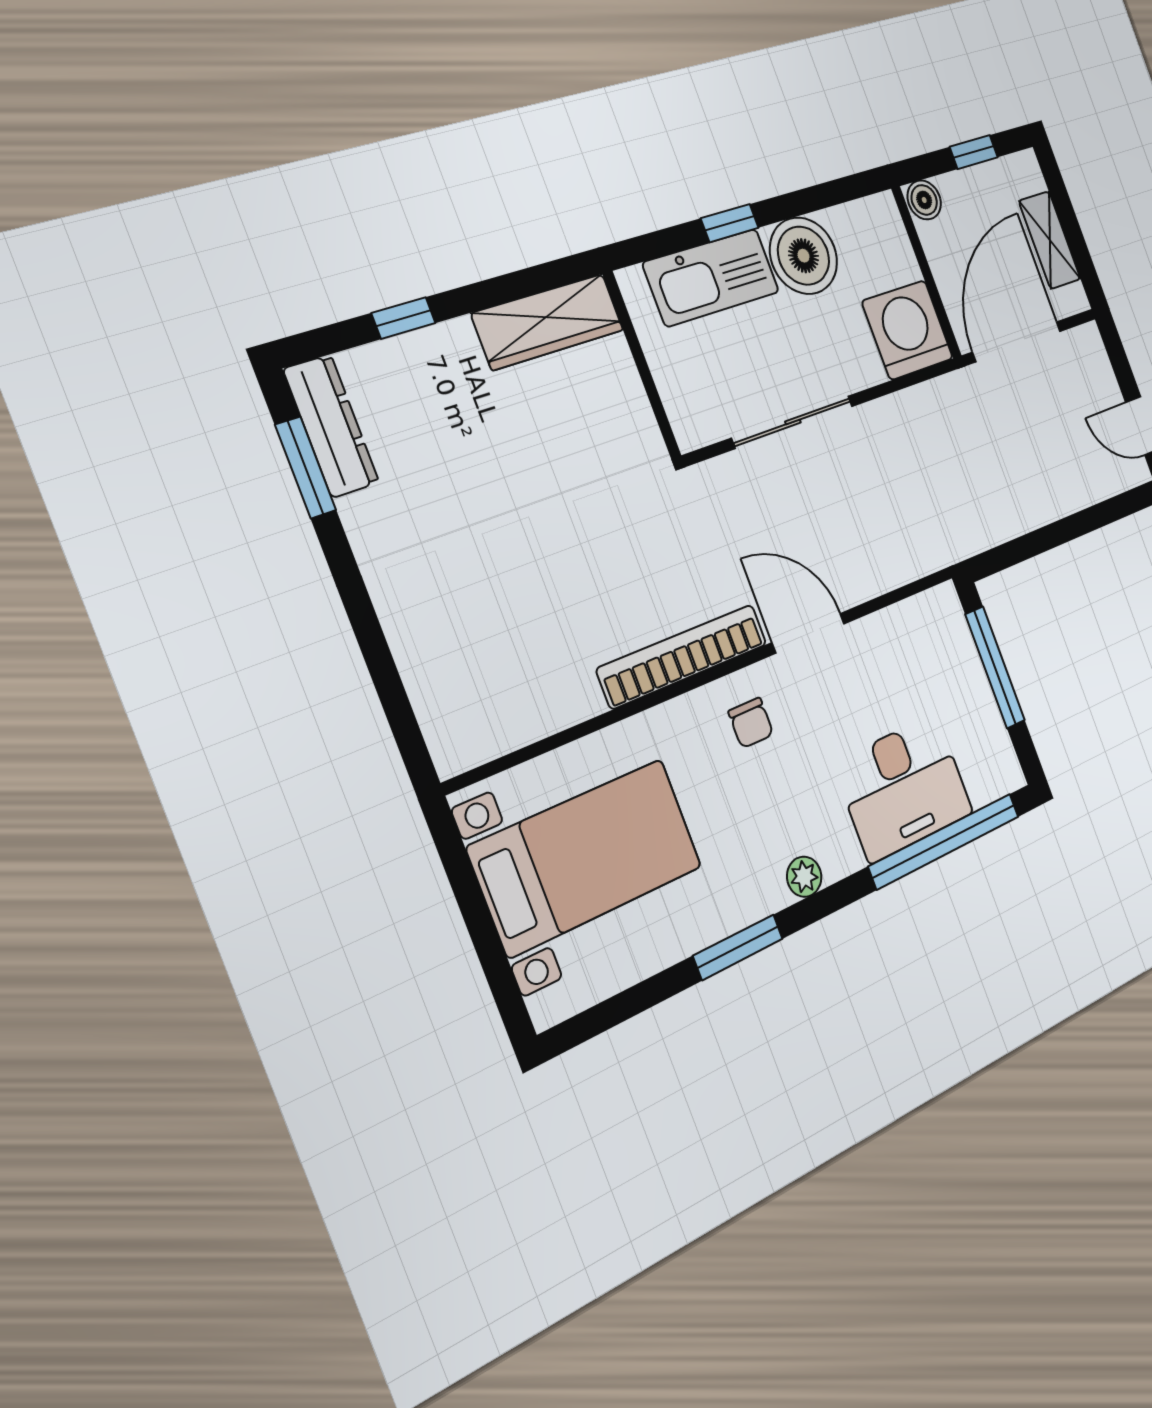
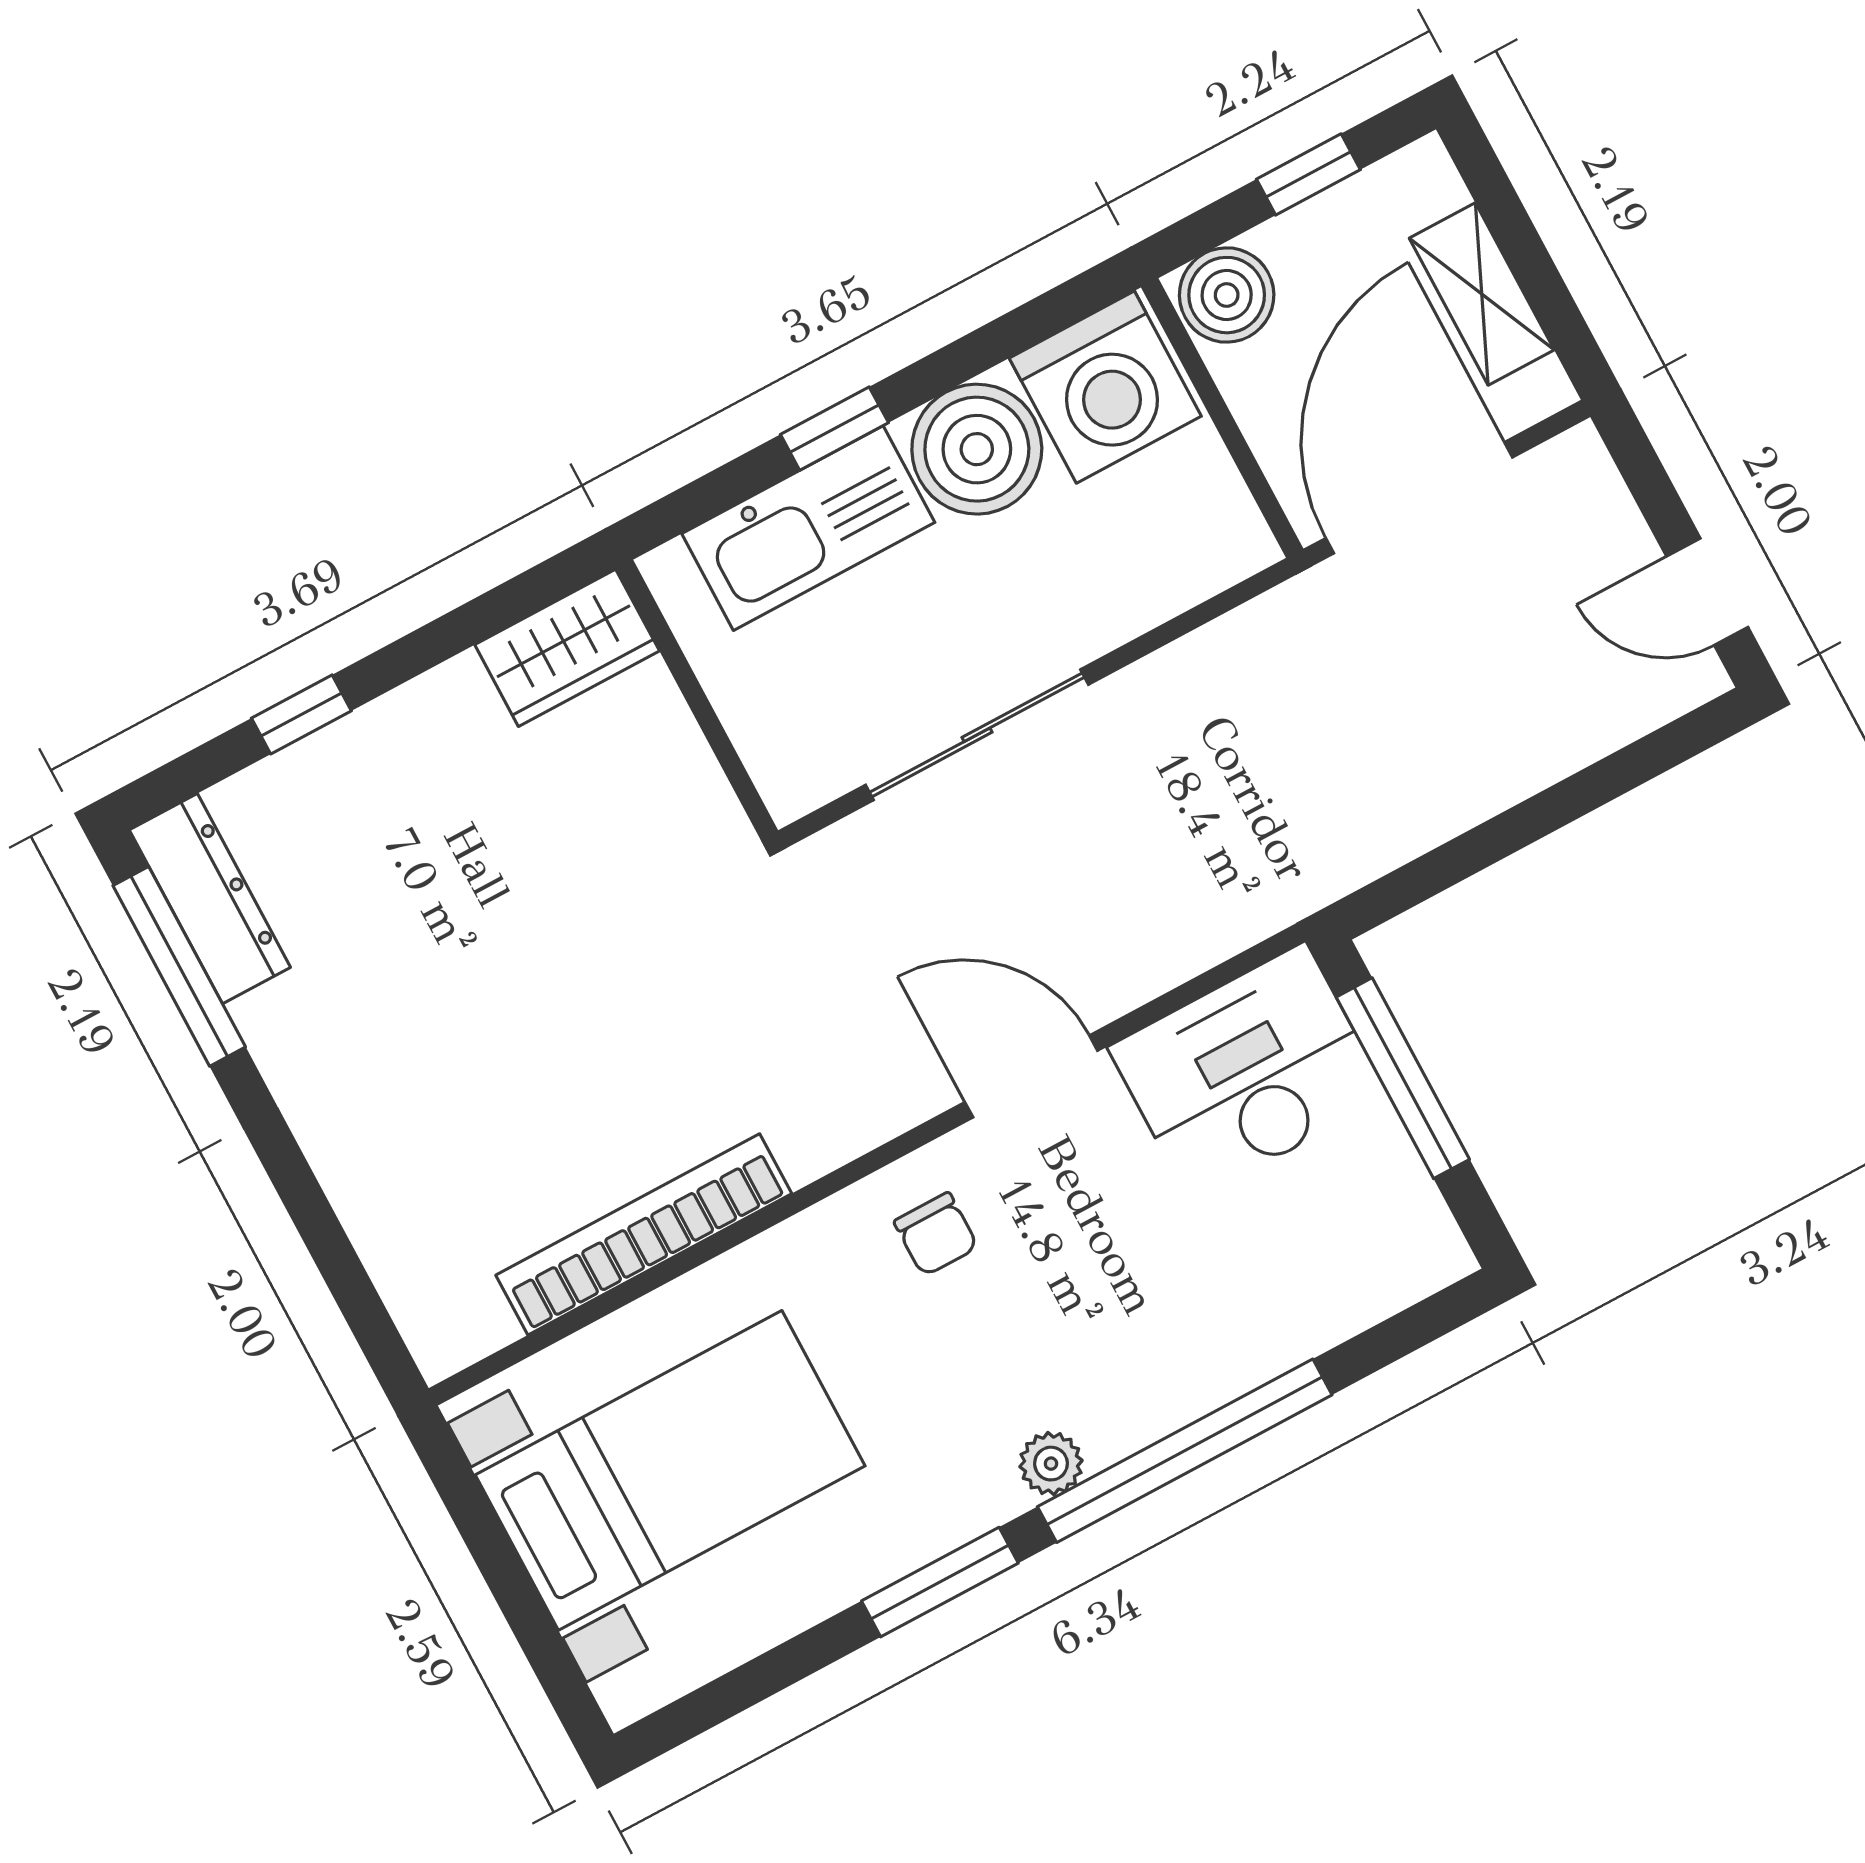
boiler: (924, 200) -> (1227, 295), width x1.36, depth x1.36
wardrobe: (548, 322) -> (567, 648), width x0.67
washing machine: (908, 330) -> (1105, 387), moved, turned 180
window: (306, 467) -> (179, 966), width x1.44
bookcase: (683, 656) -> (644, 1234), moved
desk: (903, 788) -> (1248, 1072), moved, turned 180
window: (945, 841) -> (1185, 1451), moved

